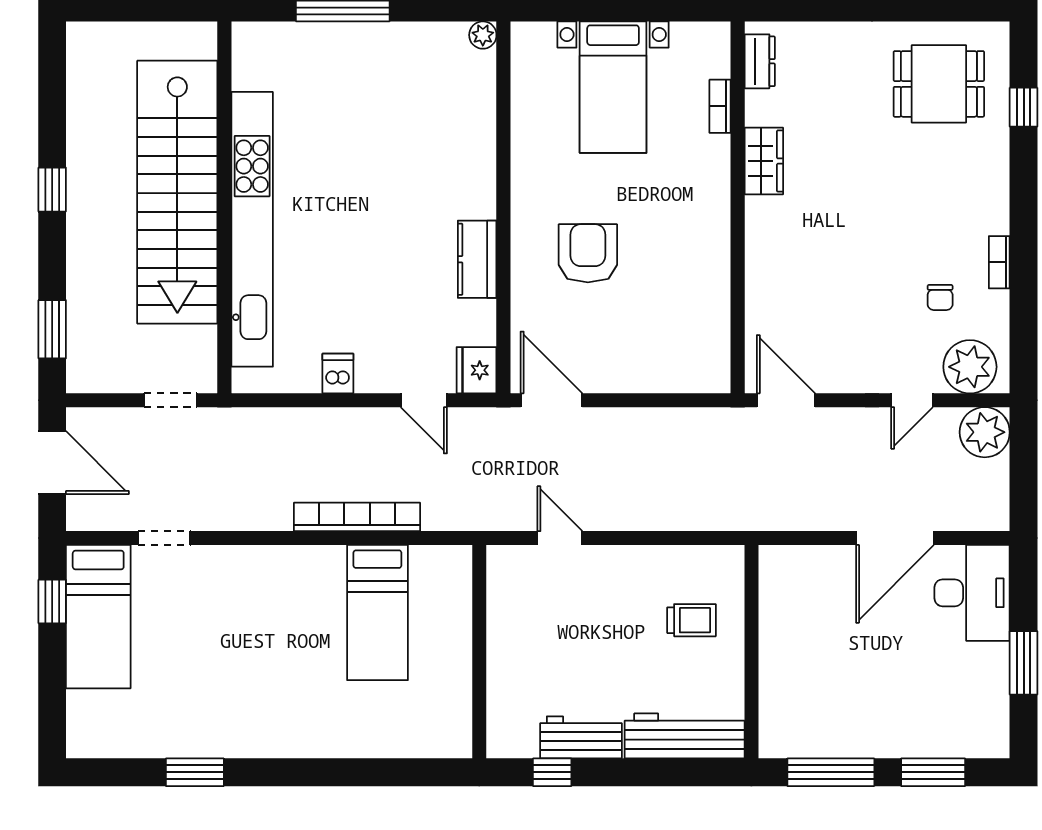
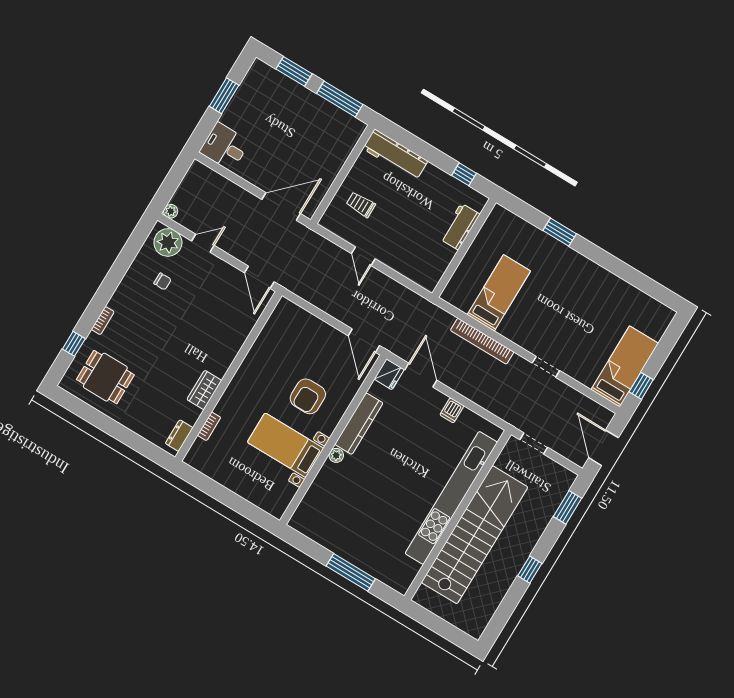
plant: (483, 35) -> (336, 455), moved
bed with nightstands: (613, 87) -> (285, 445), moved, turned -90
kitchen counter: (477, 259) -> (359, 424), width x1.50
bookcase: (999, 262) -> (103, 321), moved
chair: (940, 297) -> (163, 281), turned 90
door: (424, 400) -> (421, 375), width x1.38
plant: (985, 432) -> (171, 211), width x0.53, depth x0.53
doorway: (164, 538) -> (546, 367), moved
door: (560, 538) -> (363, 256), moved
door: (895, 538) -> (281, 207), moved
desk: (972, 593) -> (225, 147), width x0.73
workbench: (581, 737) -> (460, 227), moved, turned 90
window: (195, 772) -> (560, 232), moved

